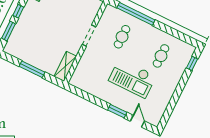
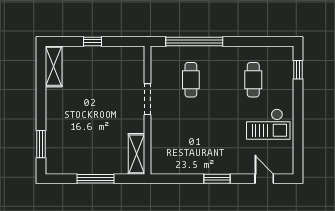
window: (18, 11) -> (41, 113), removed
checkout: (132, 78) -> (268, 124), moved, width x0.73, depth x0.83
window: (117, 111) -> (217, 179), moved

